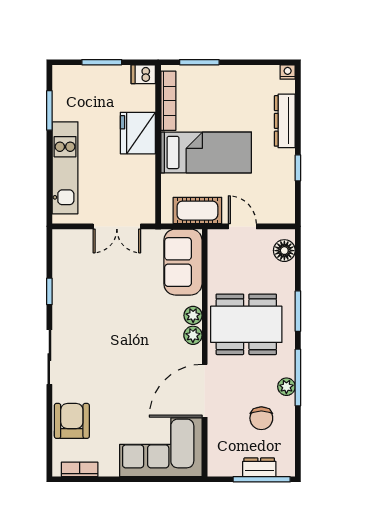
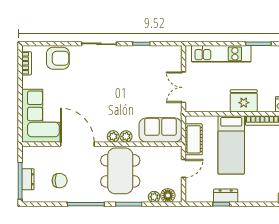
dresser: (285, 121) -> (226, 196), moved, width x0.70
plant: (286, 387) -> (154, 197), moved
chair: (261, 418) -> (60, 181), turned 180

